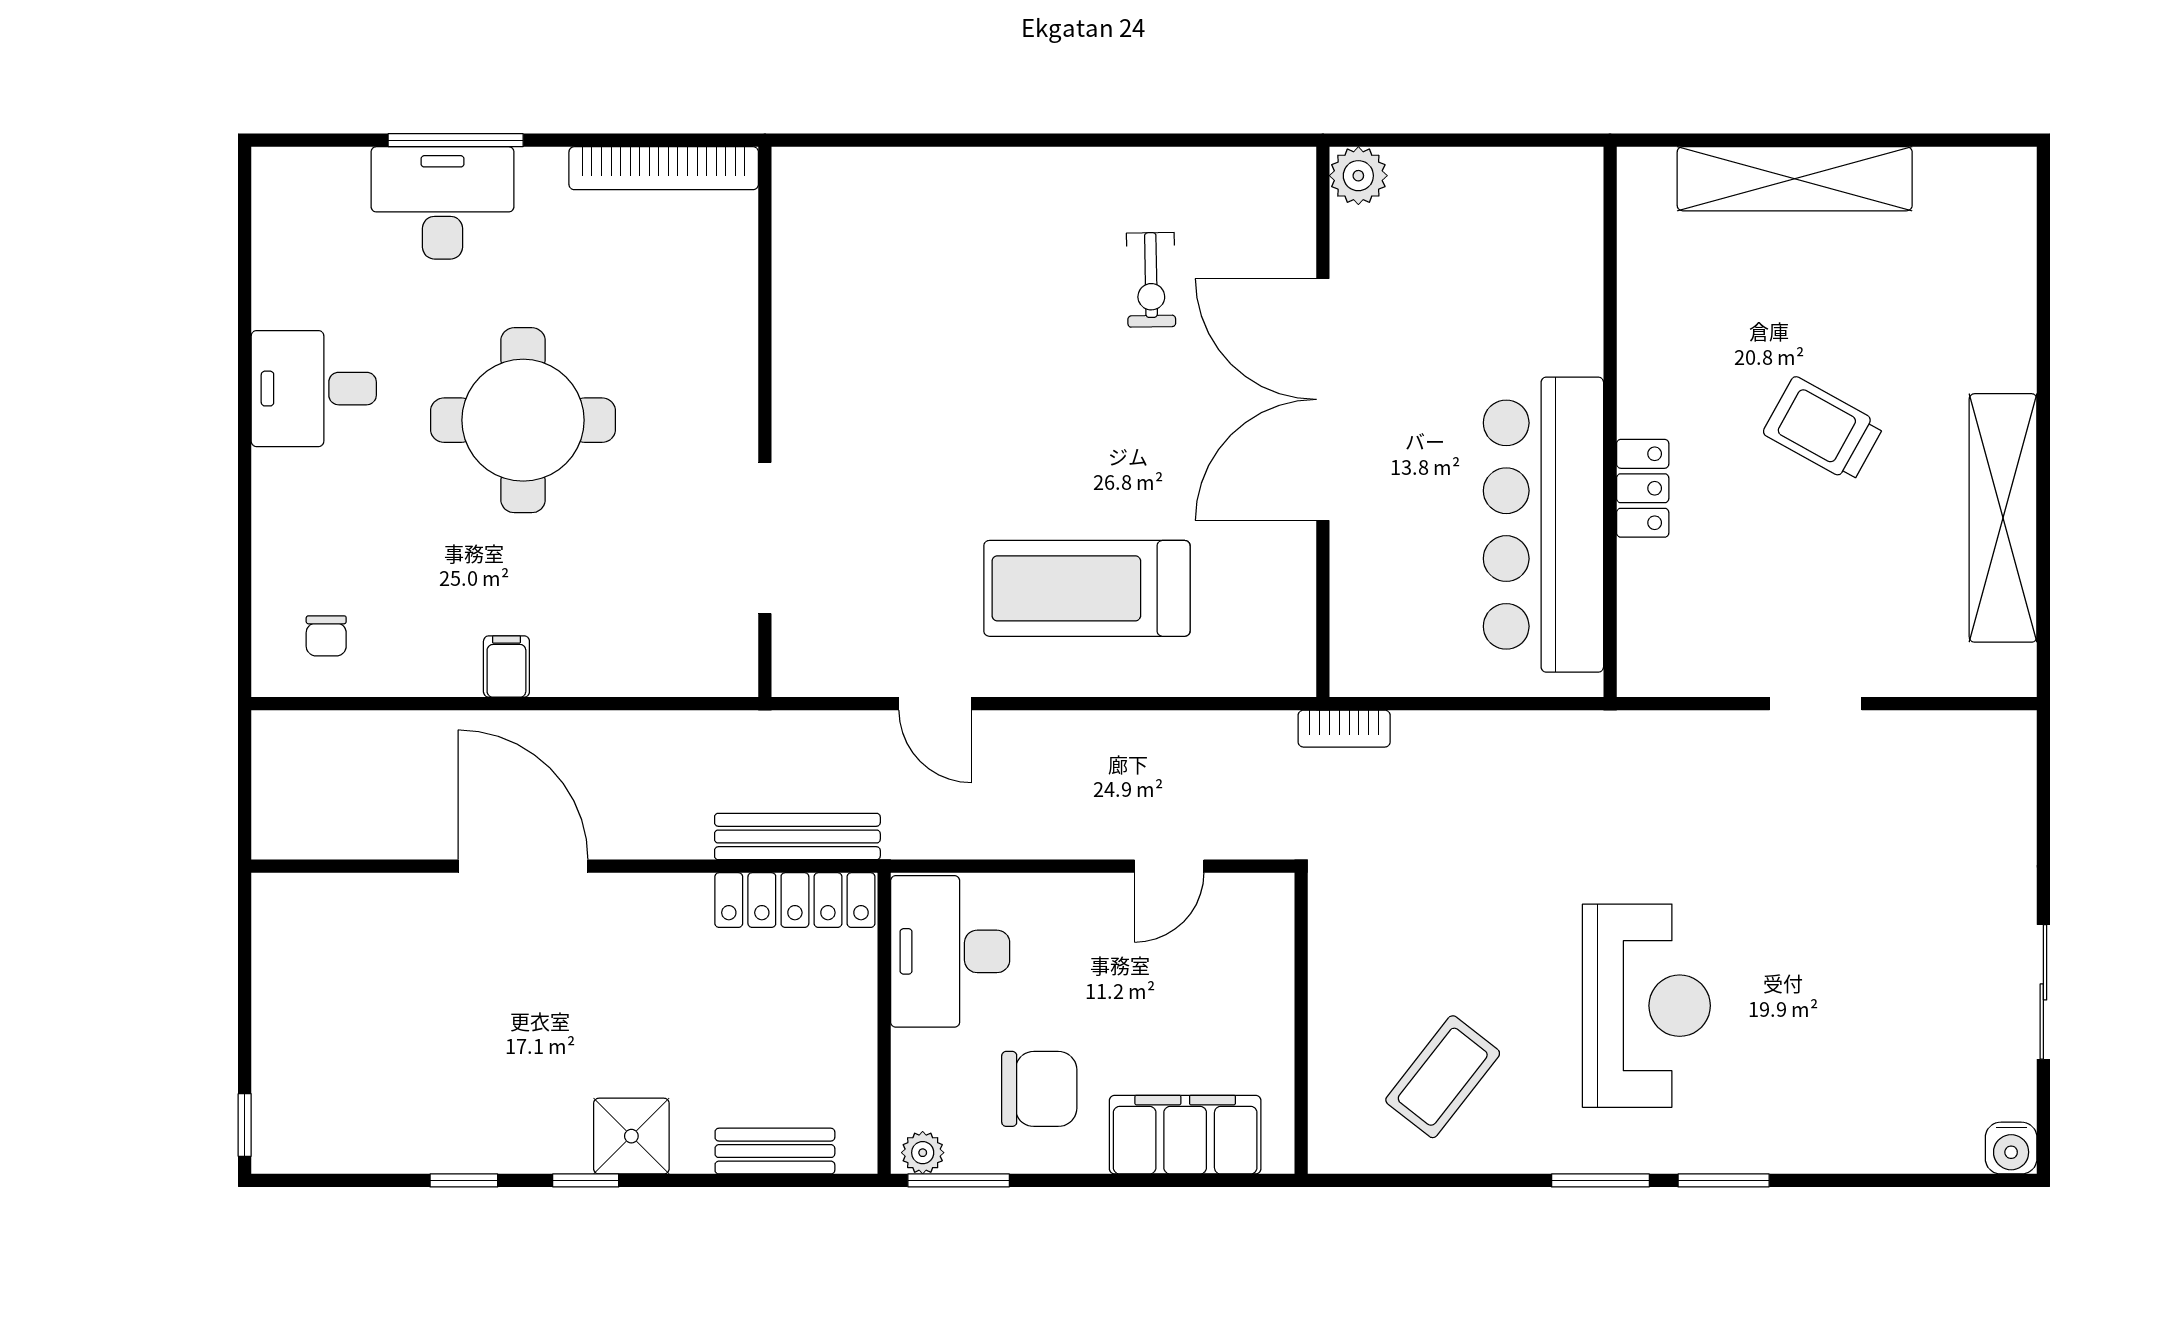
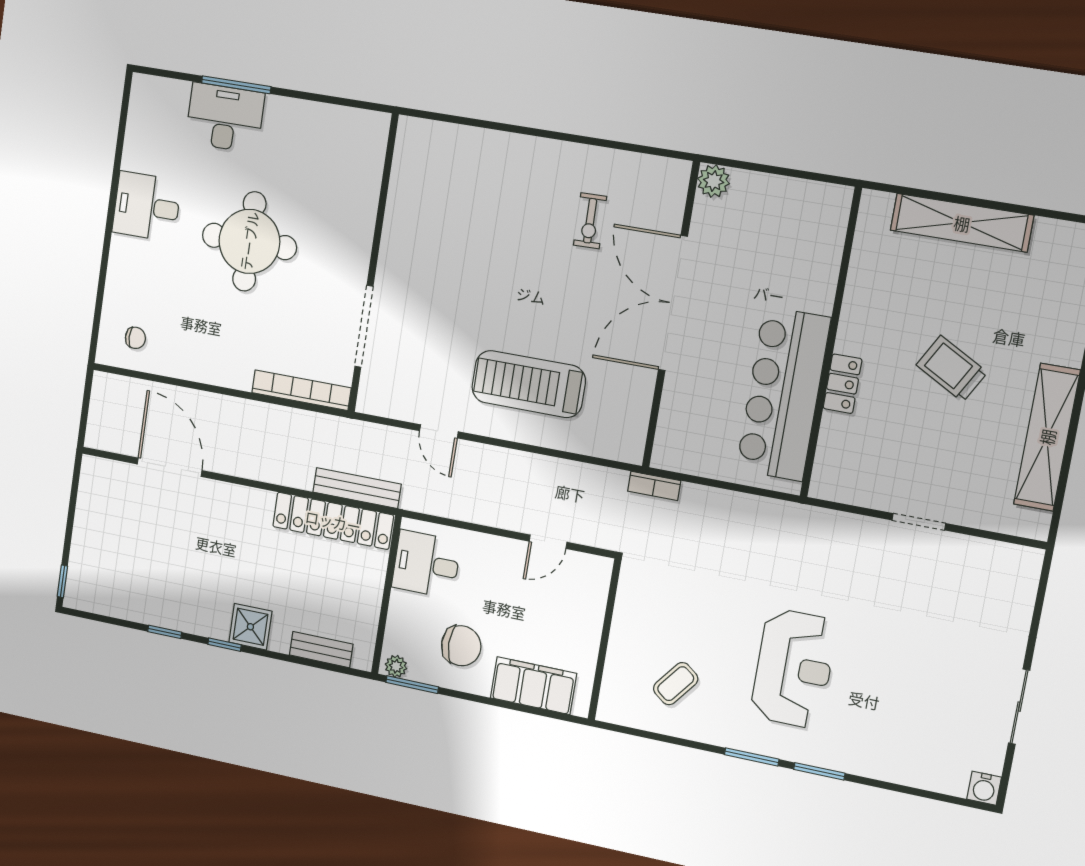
bookcase: (664, 168) -> (301, 390), moved, turned 180
chair: (326, 636) -> (135, 338), turned -90
filing cabinet: (506, 667) -> (223, 371), removed
door: (523, 866) -> (170, 467), moved
locker: (795, 900) -> (333, 521), width x1.41, depth x1.21
desk: (950, 951) -> (426, 564), width x0.73
coffee table: (1443, 1077) -> (676, 684), width x0.73, depth x0.77

